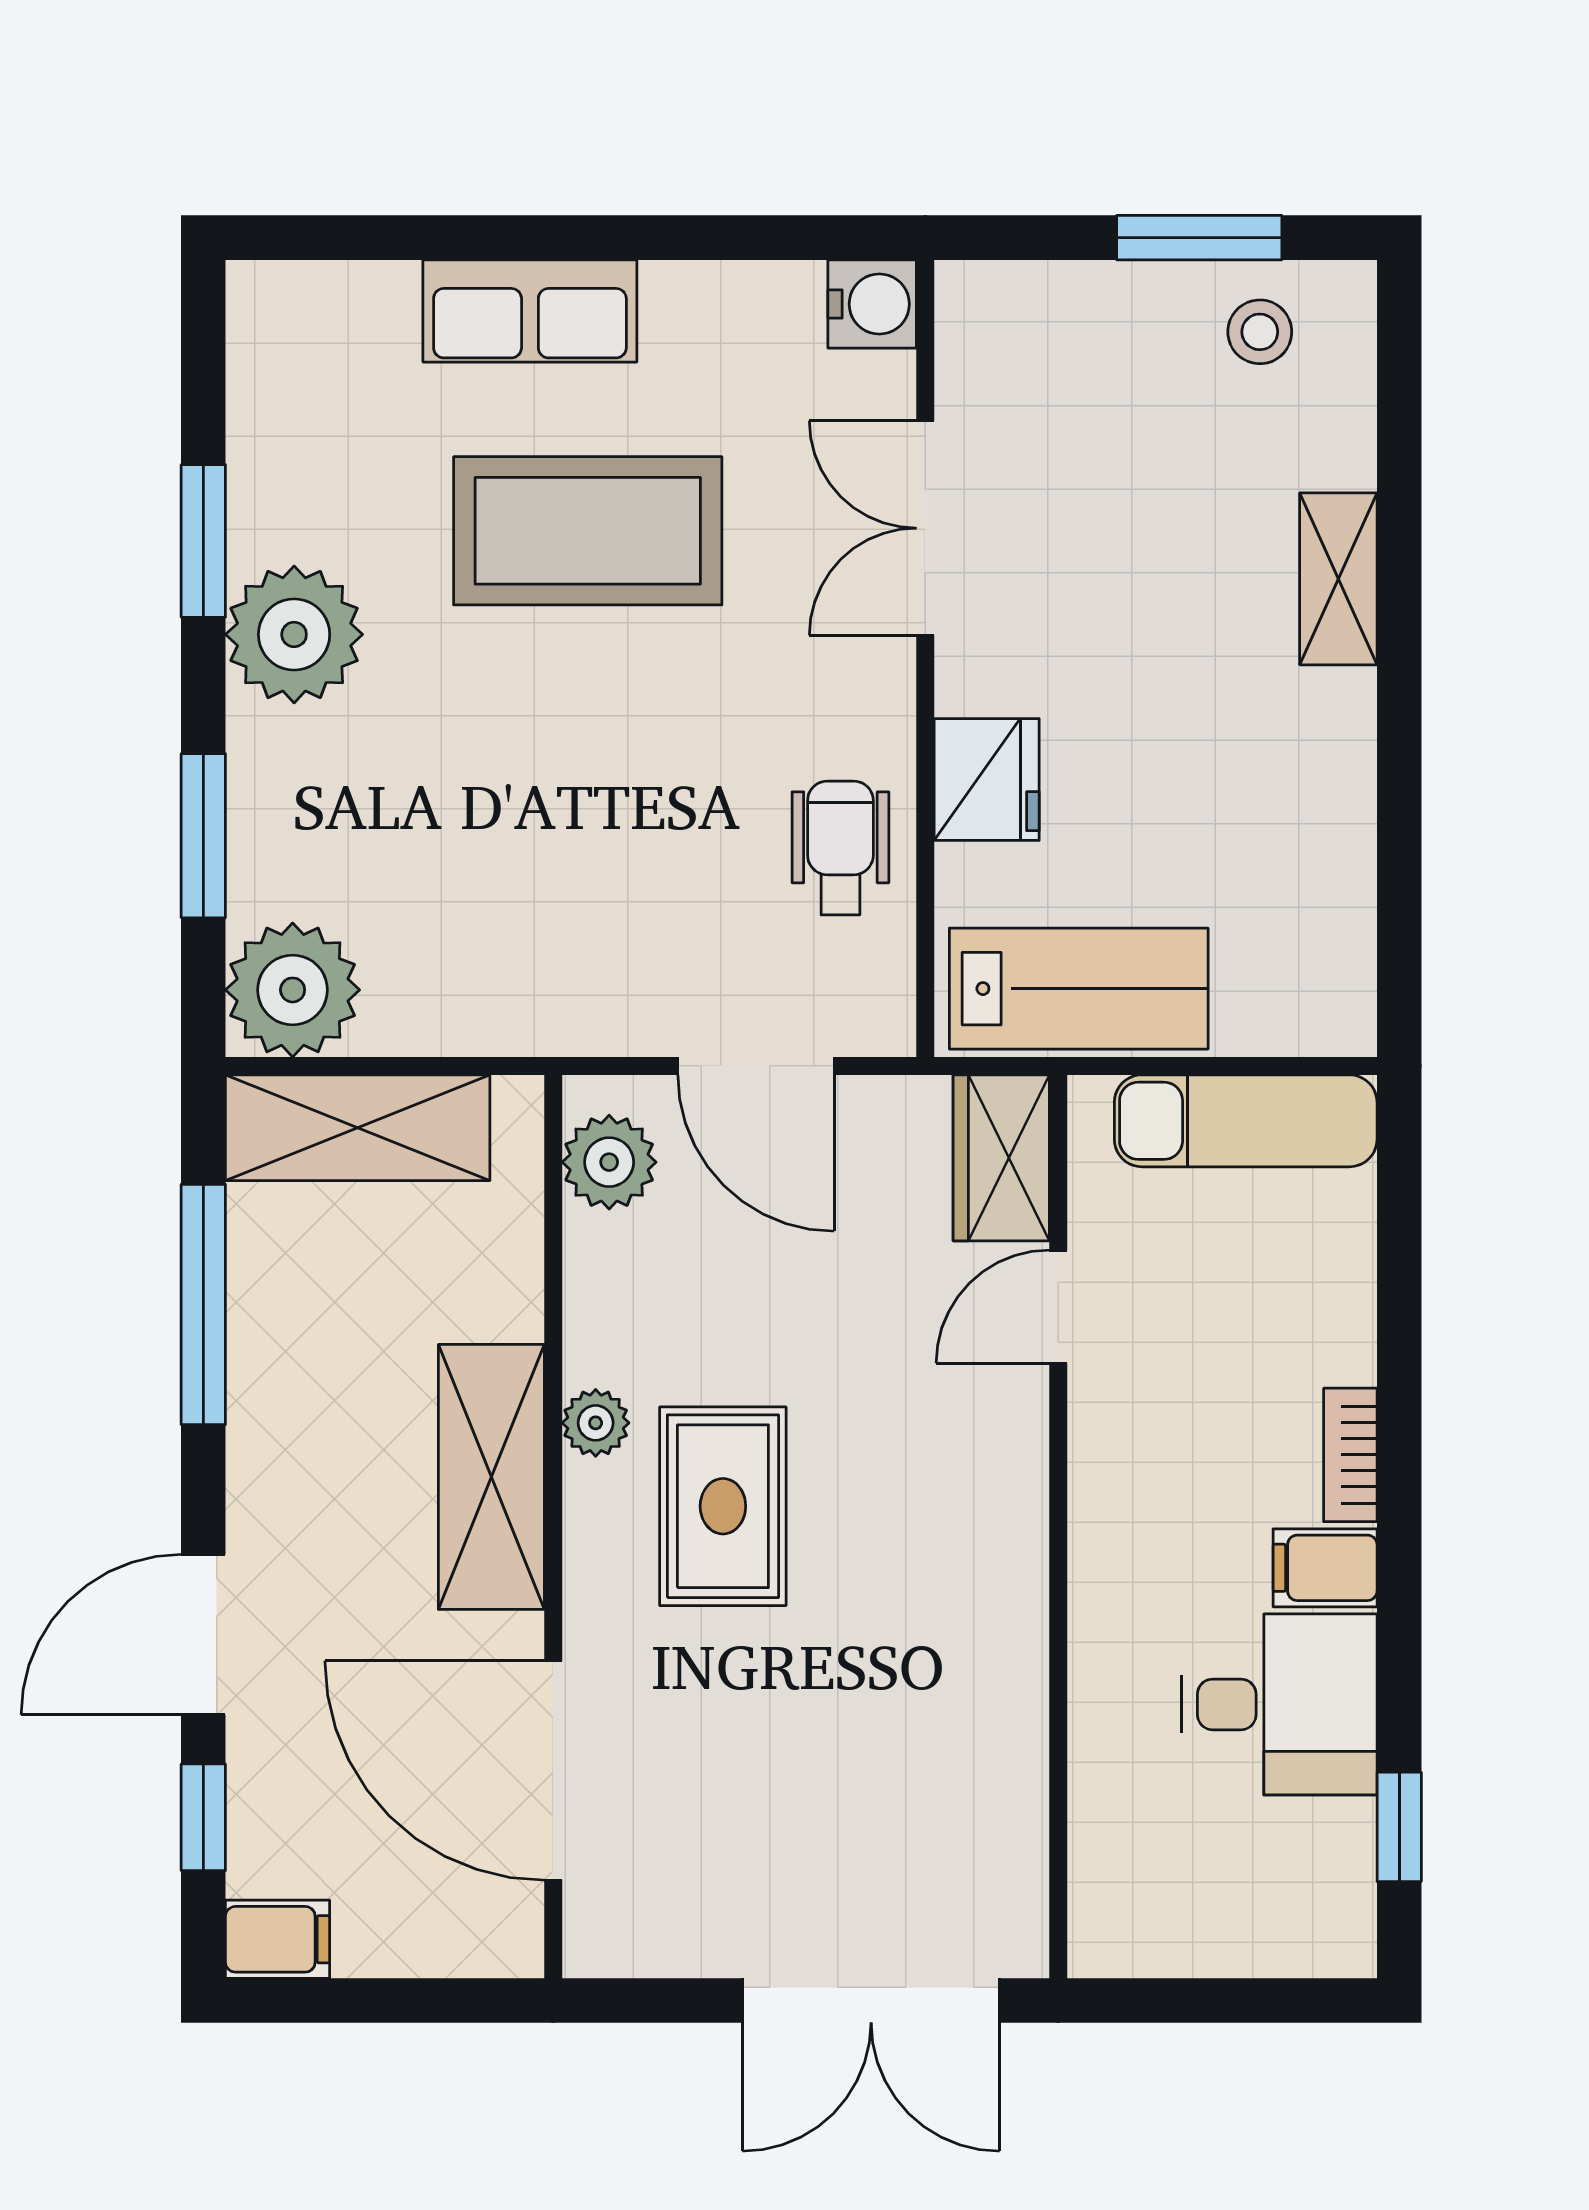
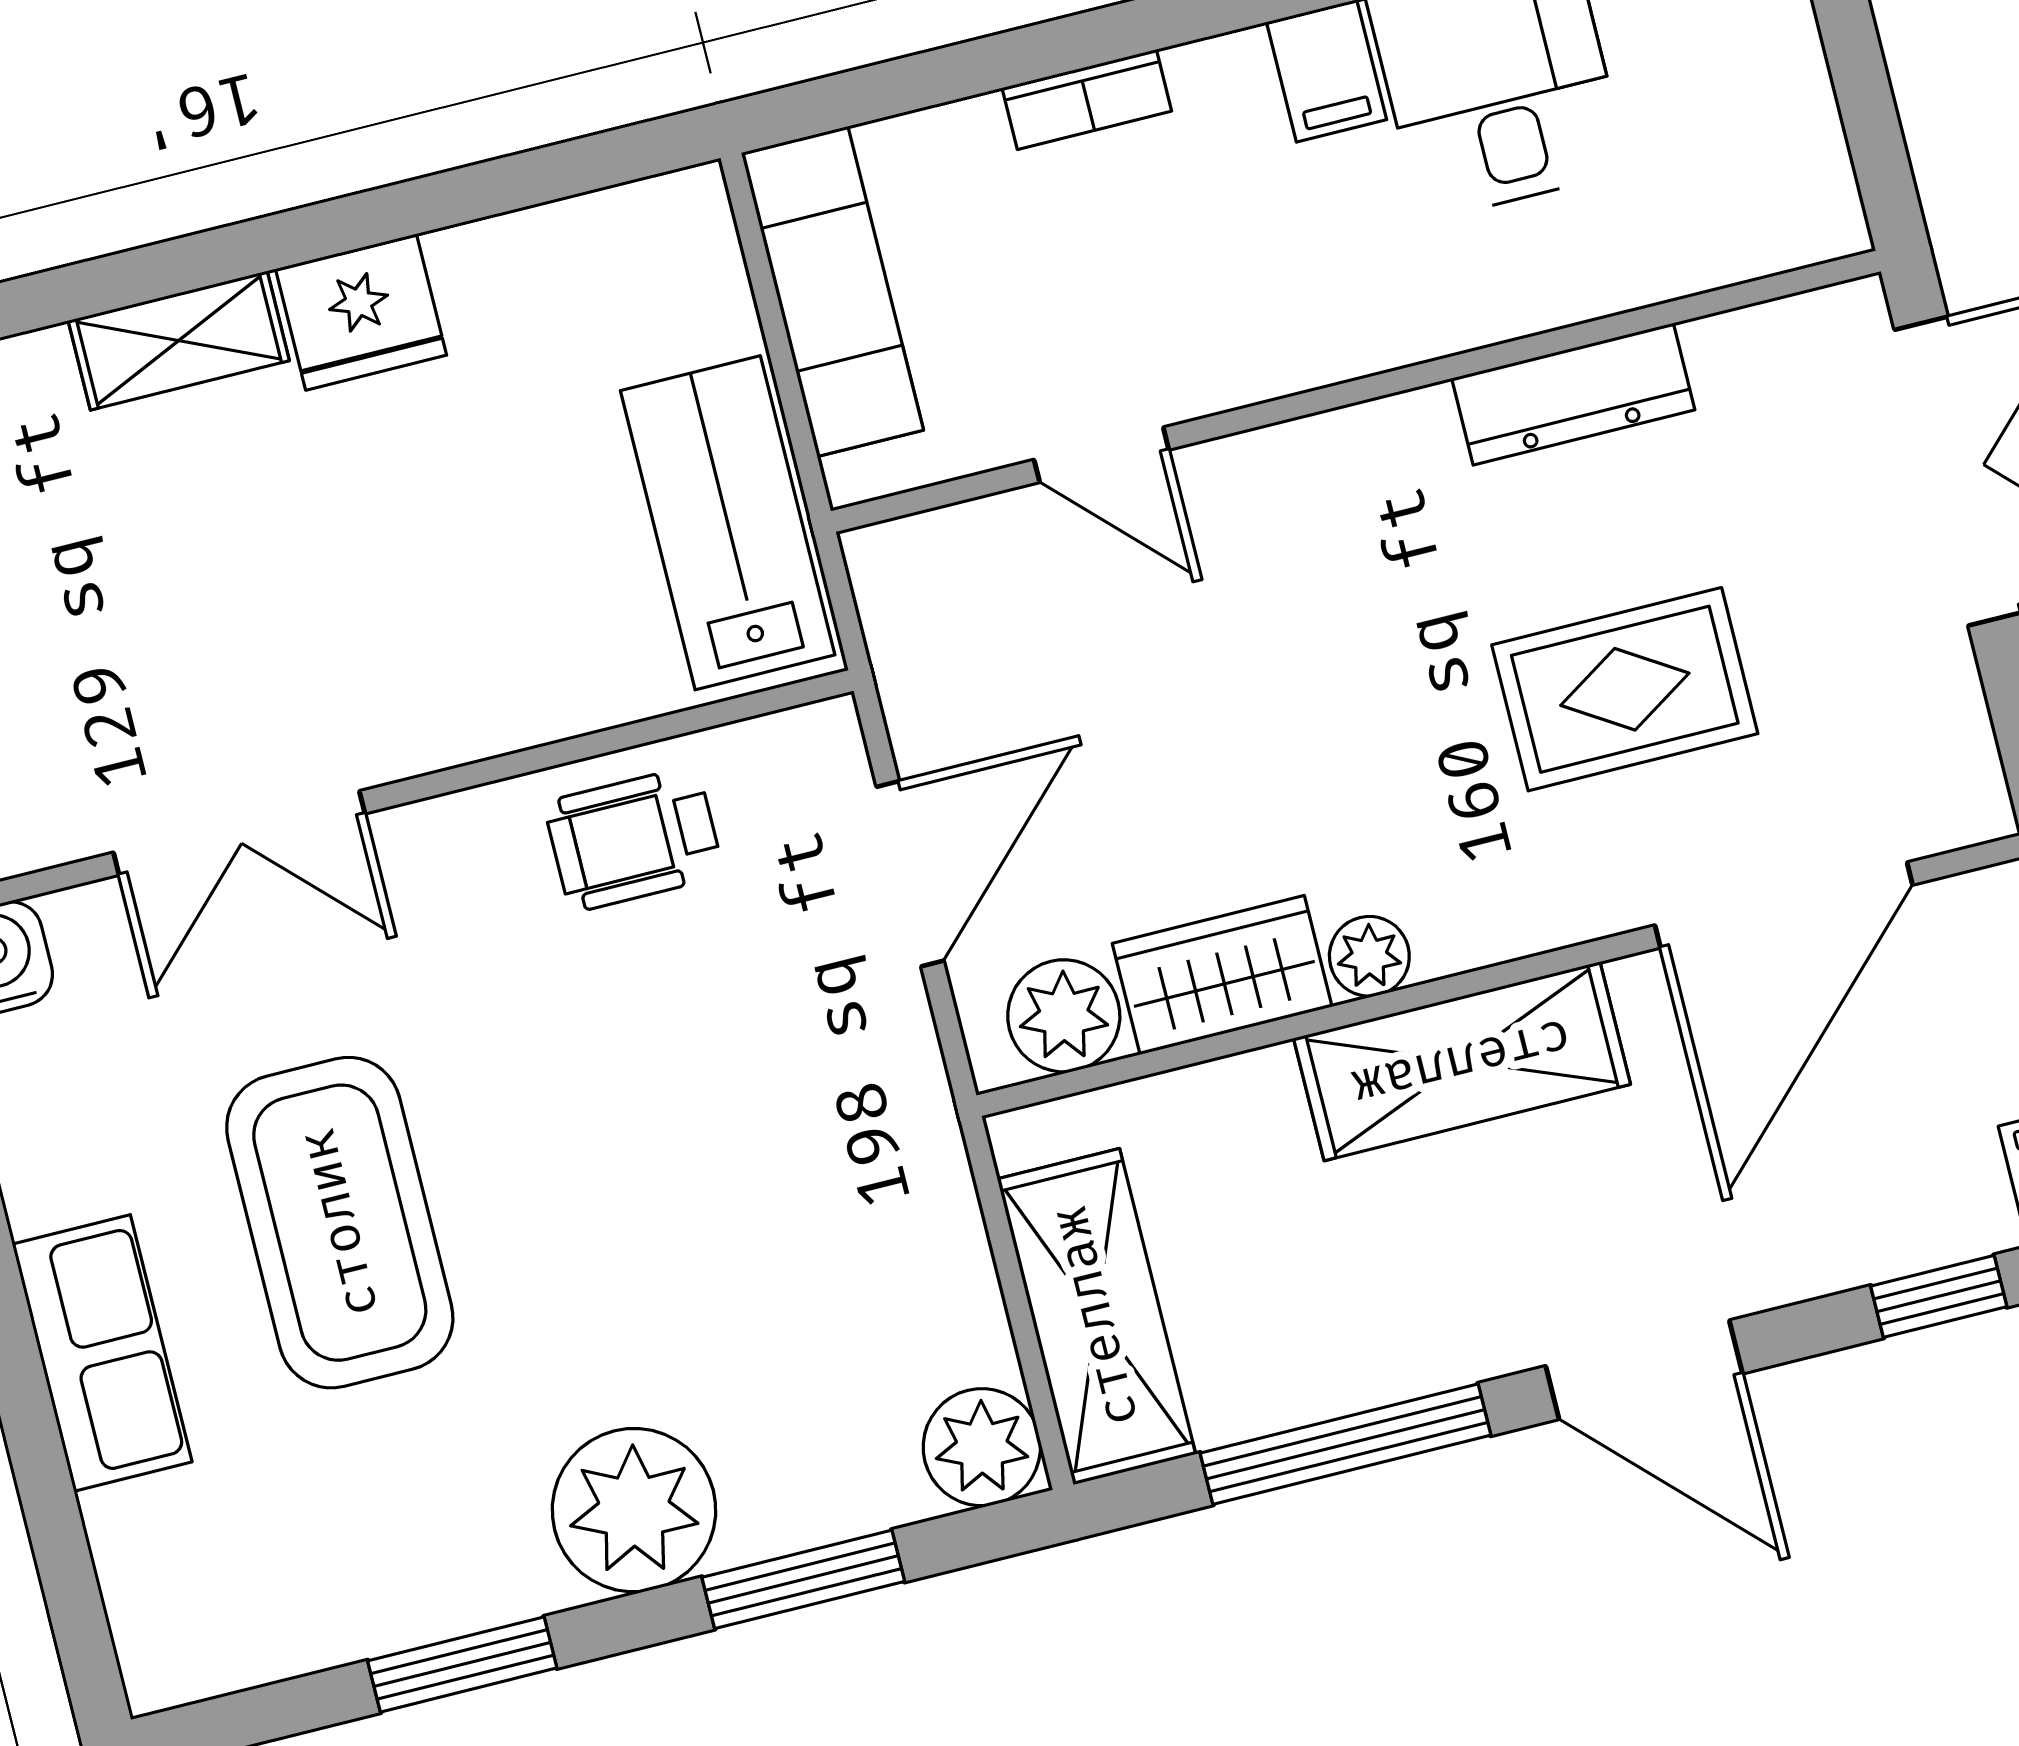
plant: (294, 634) -> (634, 1510), moved
fridge: (987, 780) -> (361, 312), moved, turned 180
plant: (293, 990) -> (982, 1447), width x0.73, depth x0.73
wardrobe: (1001, 1158) -> (1222, 975), moved, turned 180
bookcase: (1350, 1455) -> (1087, 99), moved
rug: (723, 1506) -> (1625, 689), moved
door: (203, 1635) -> (1644, 1370), moved
dresser: (1012, 1703) -> (1573, 394), added

